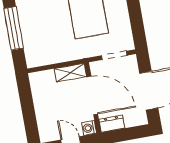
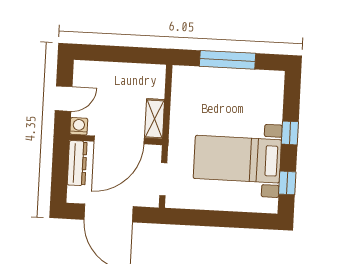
dresser: (112, 124) -> (77, 163), width x1.44

